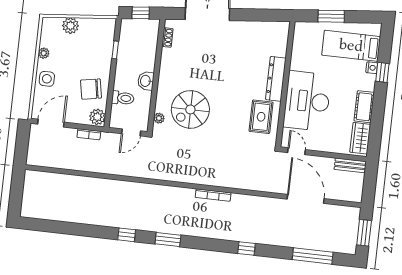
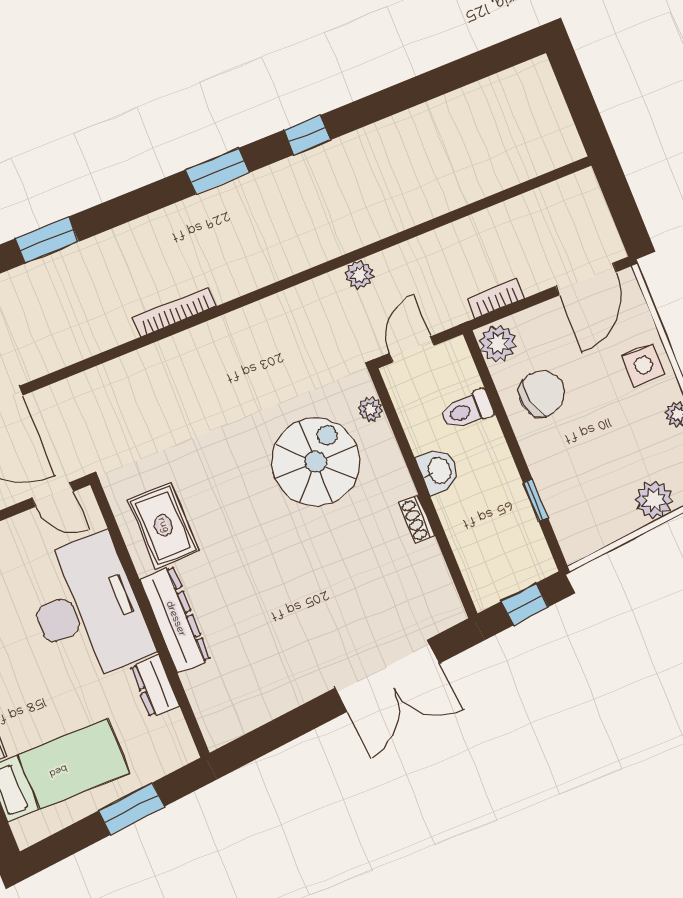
shoe rack: (167, 38) -> (417, 519), moved
dresser: (297, 58) -> (155, 686), added
plant: (136, 171) -> (359, 275), added
window: (247, 248) -> (47, 240), width x1.50

